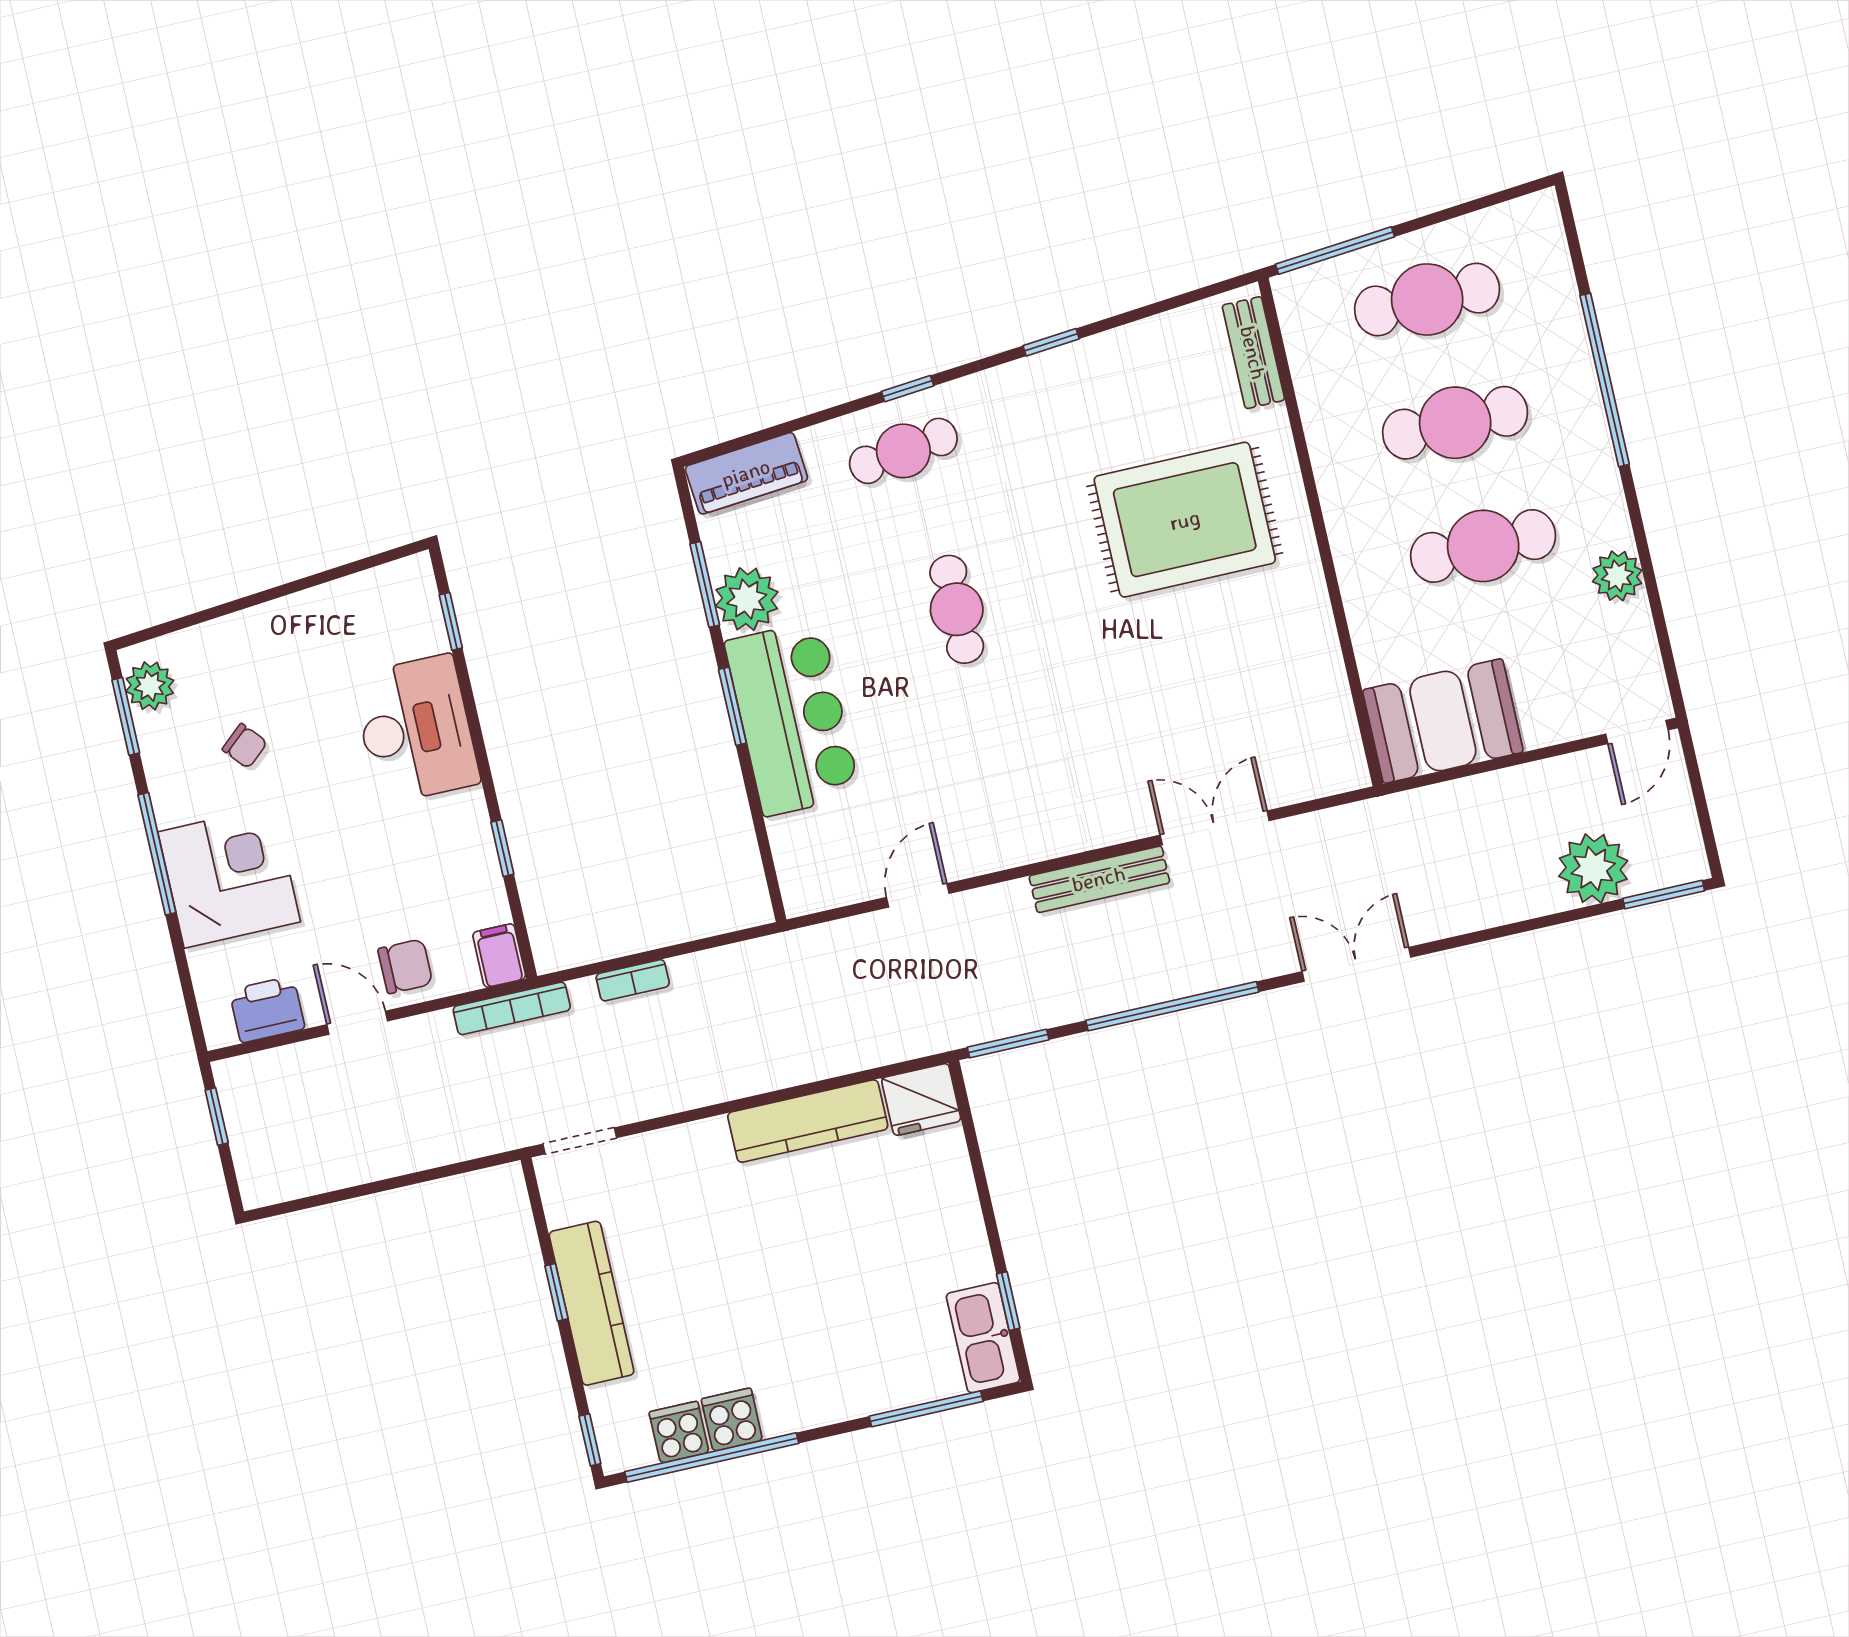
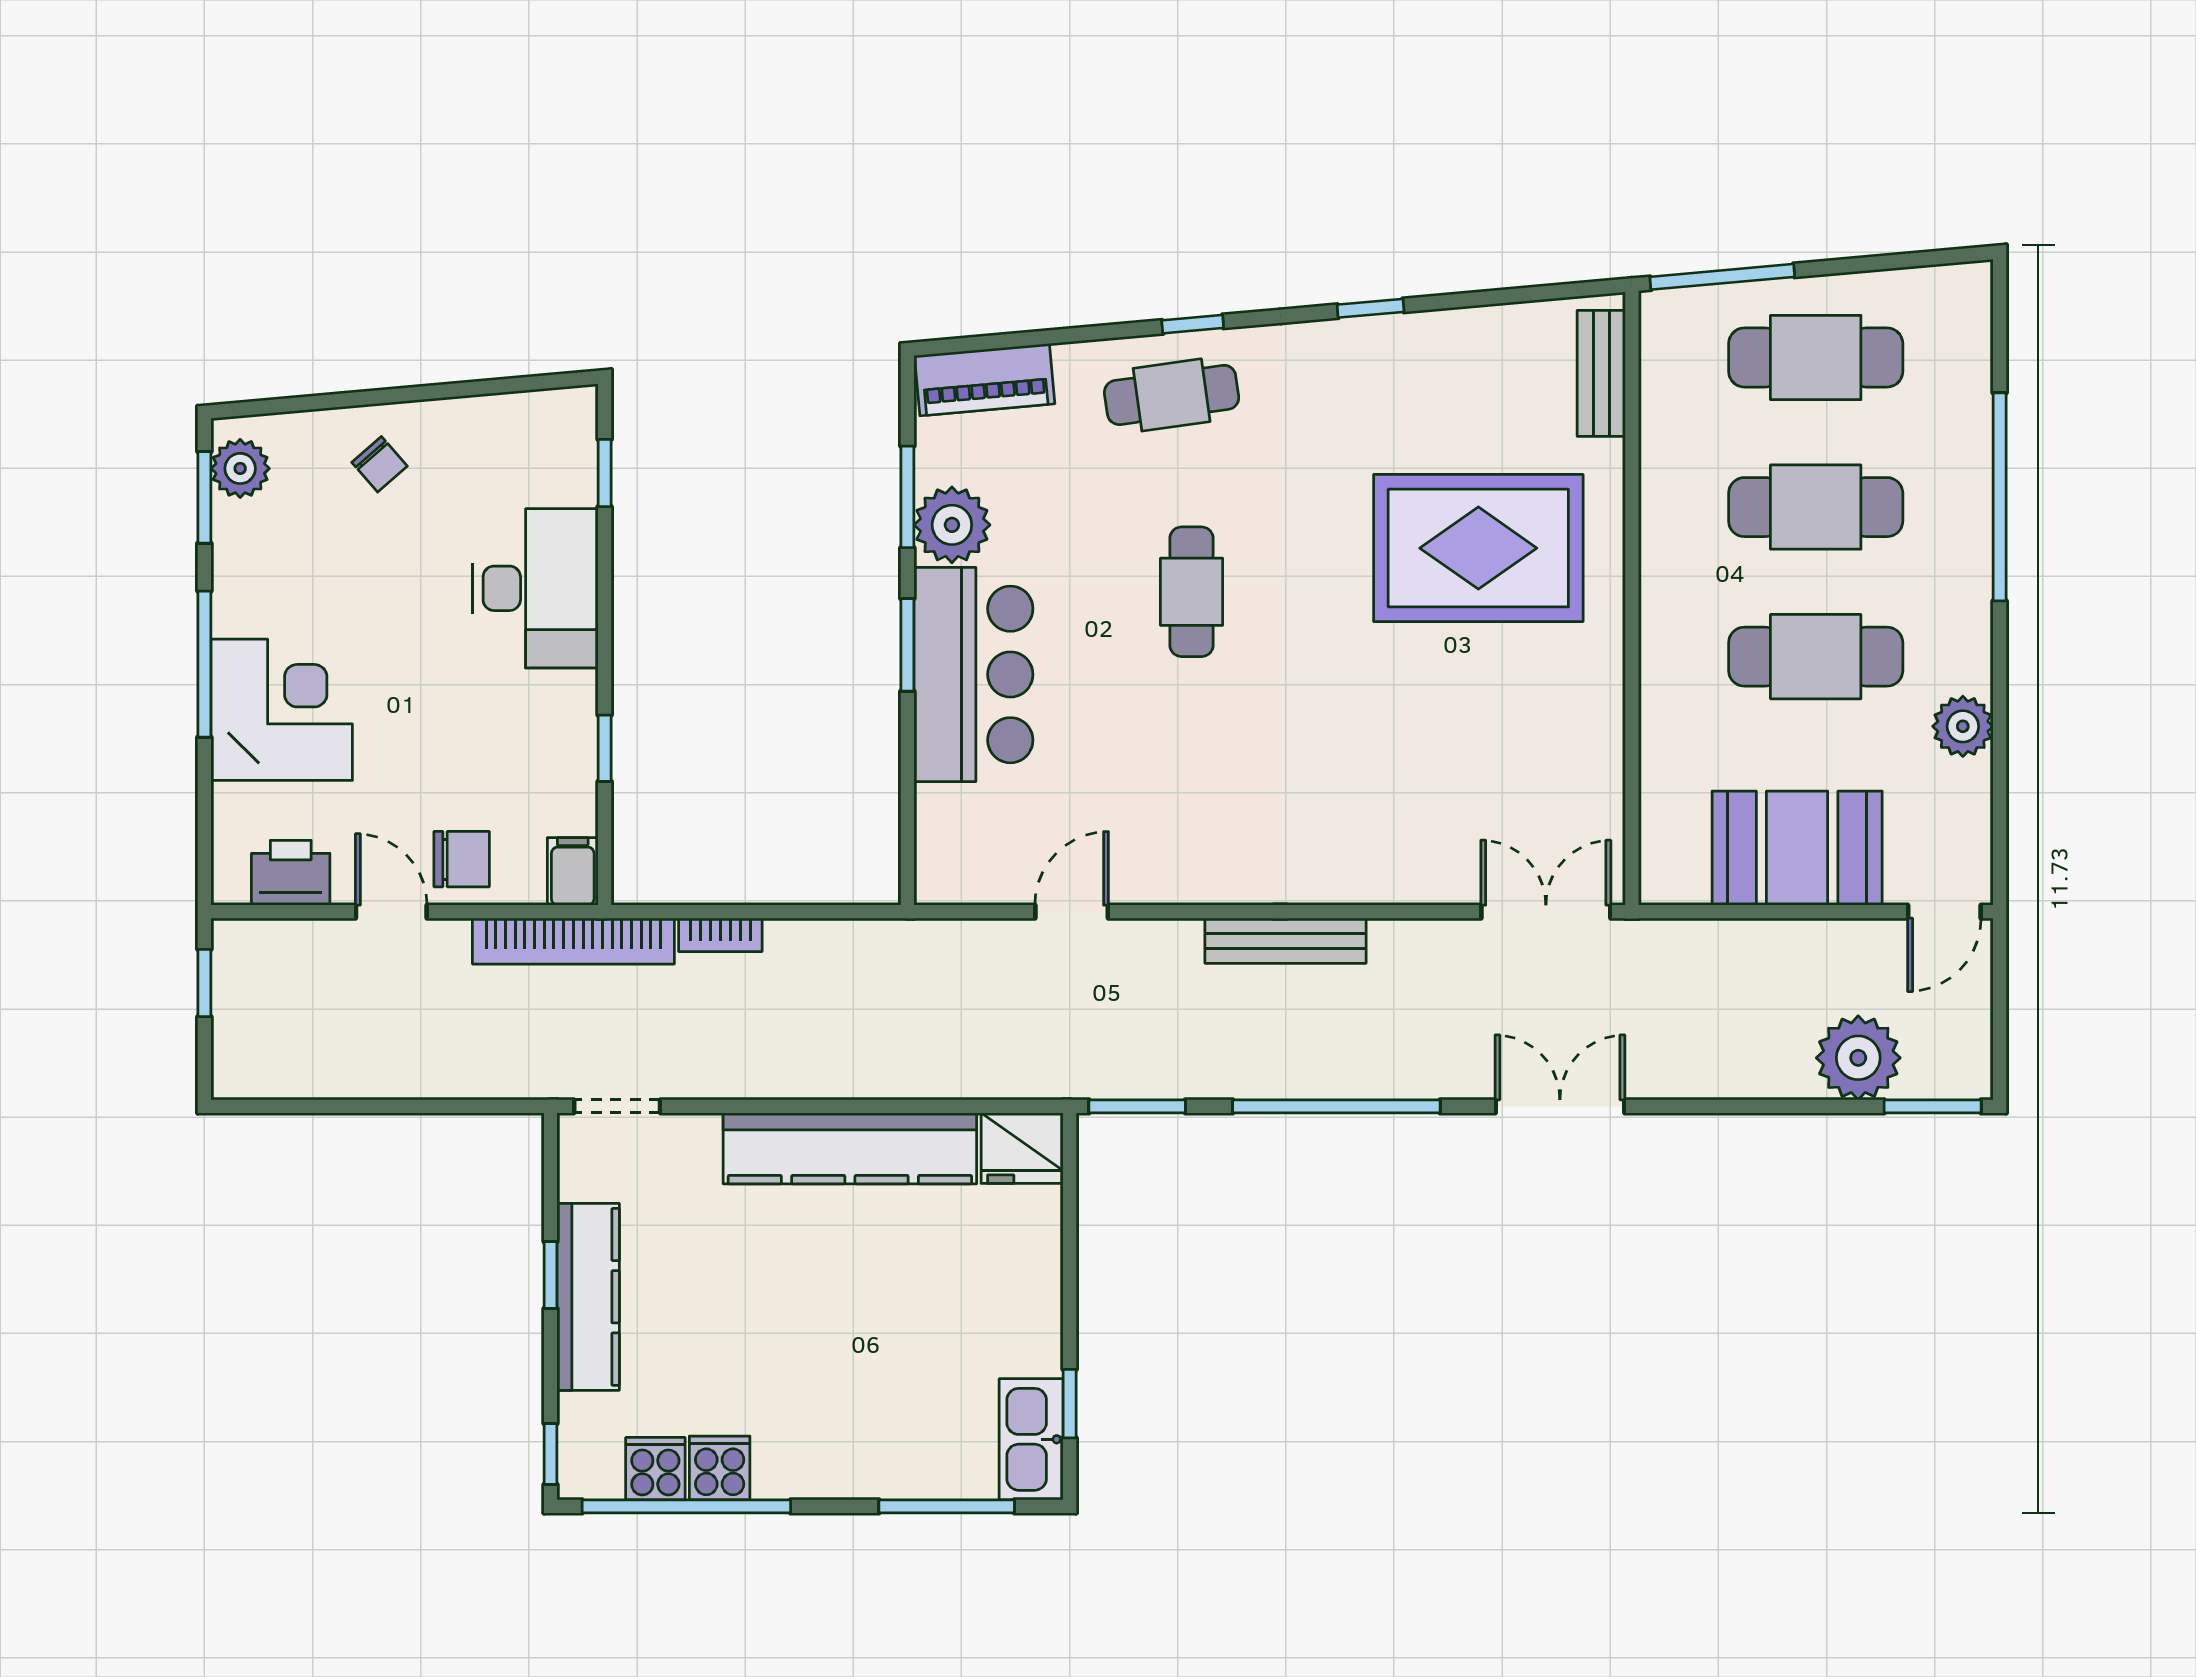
booth: (1443, 721) -> (1797, 848), moved
chair: (245, 746) -> (380, 464), moved
double door: (1215, 828) -> (1546, 912), moved
bookcase: (512, 1008) -> (573, 941), width x1.48, depth x1.31
kitchen counter: (808, 1121) -> (850, 1148), width x1.39, depth x1.17

